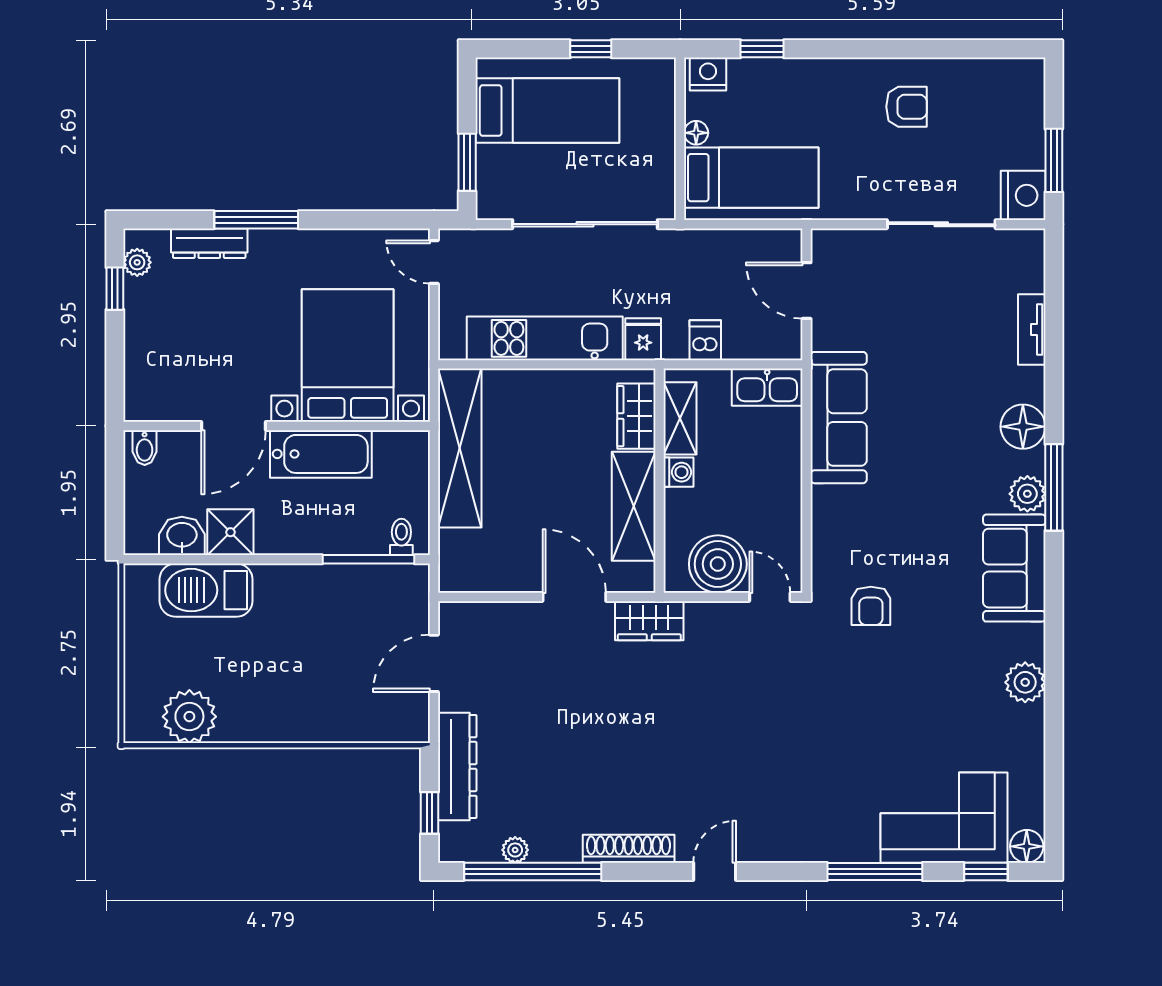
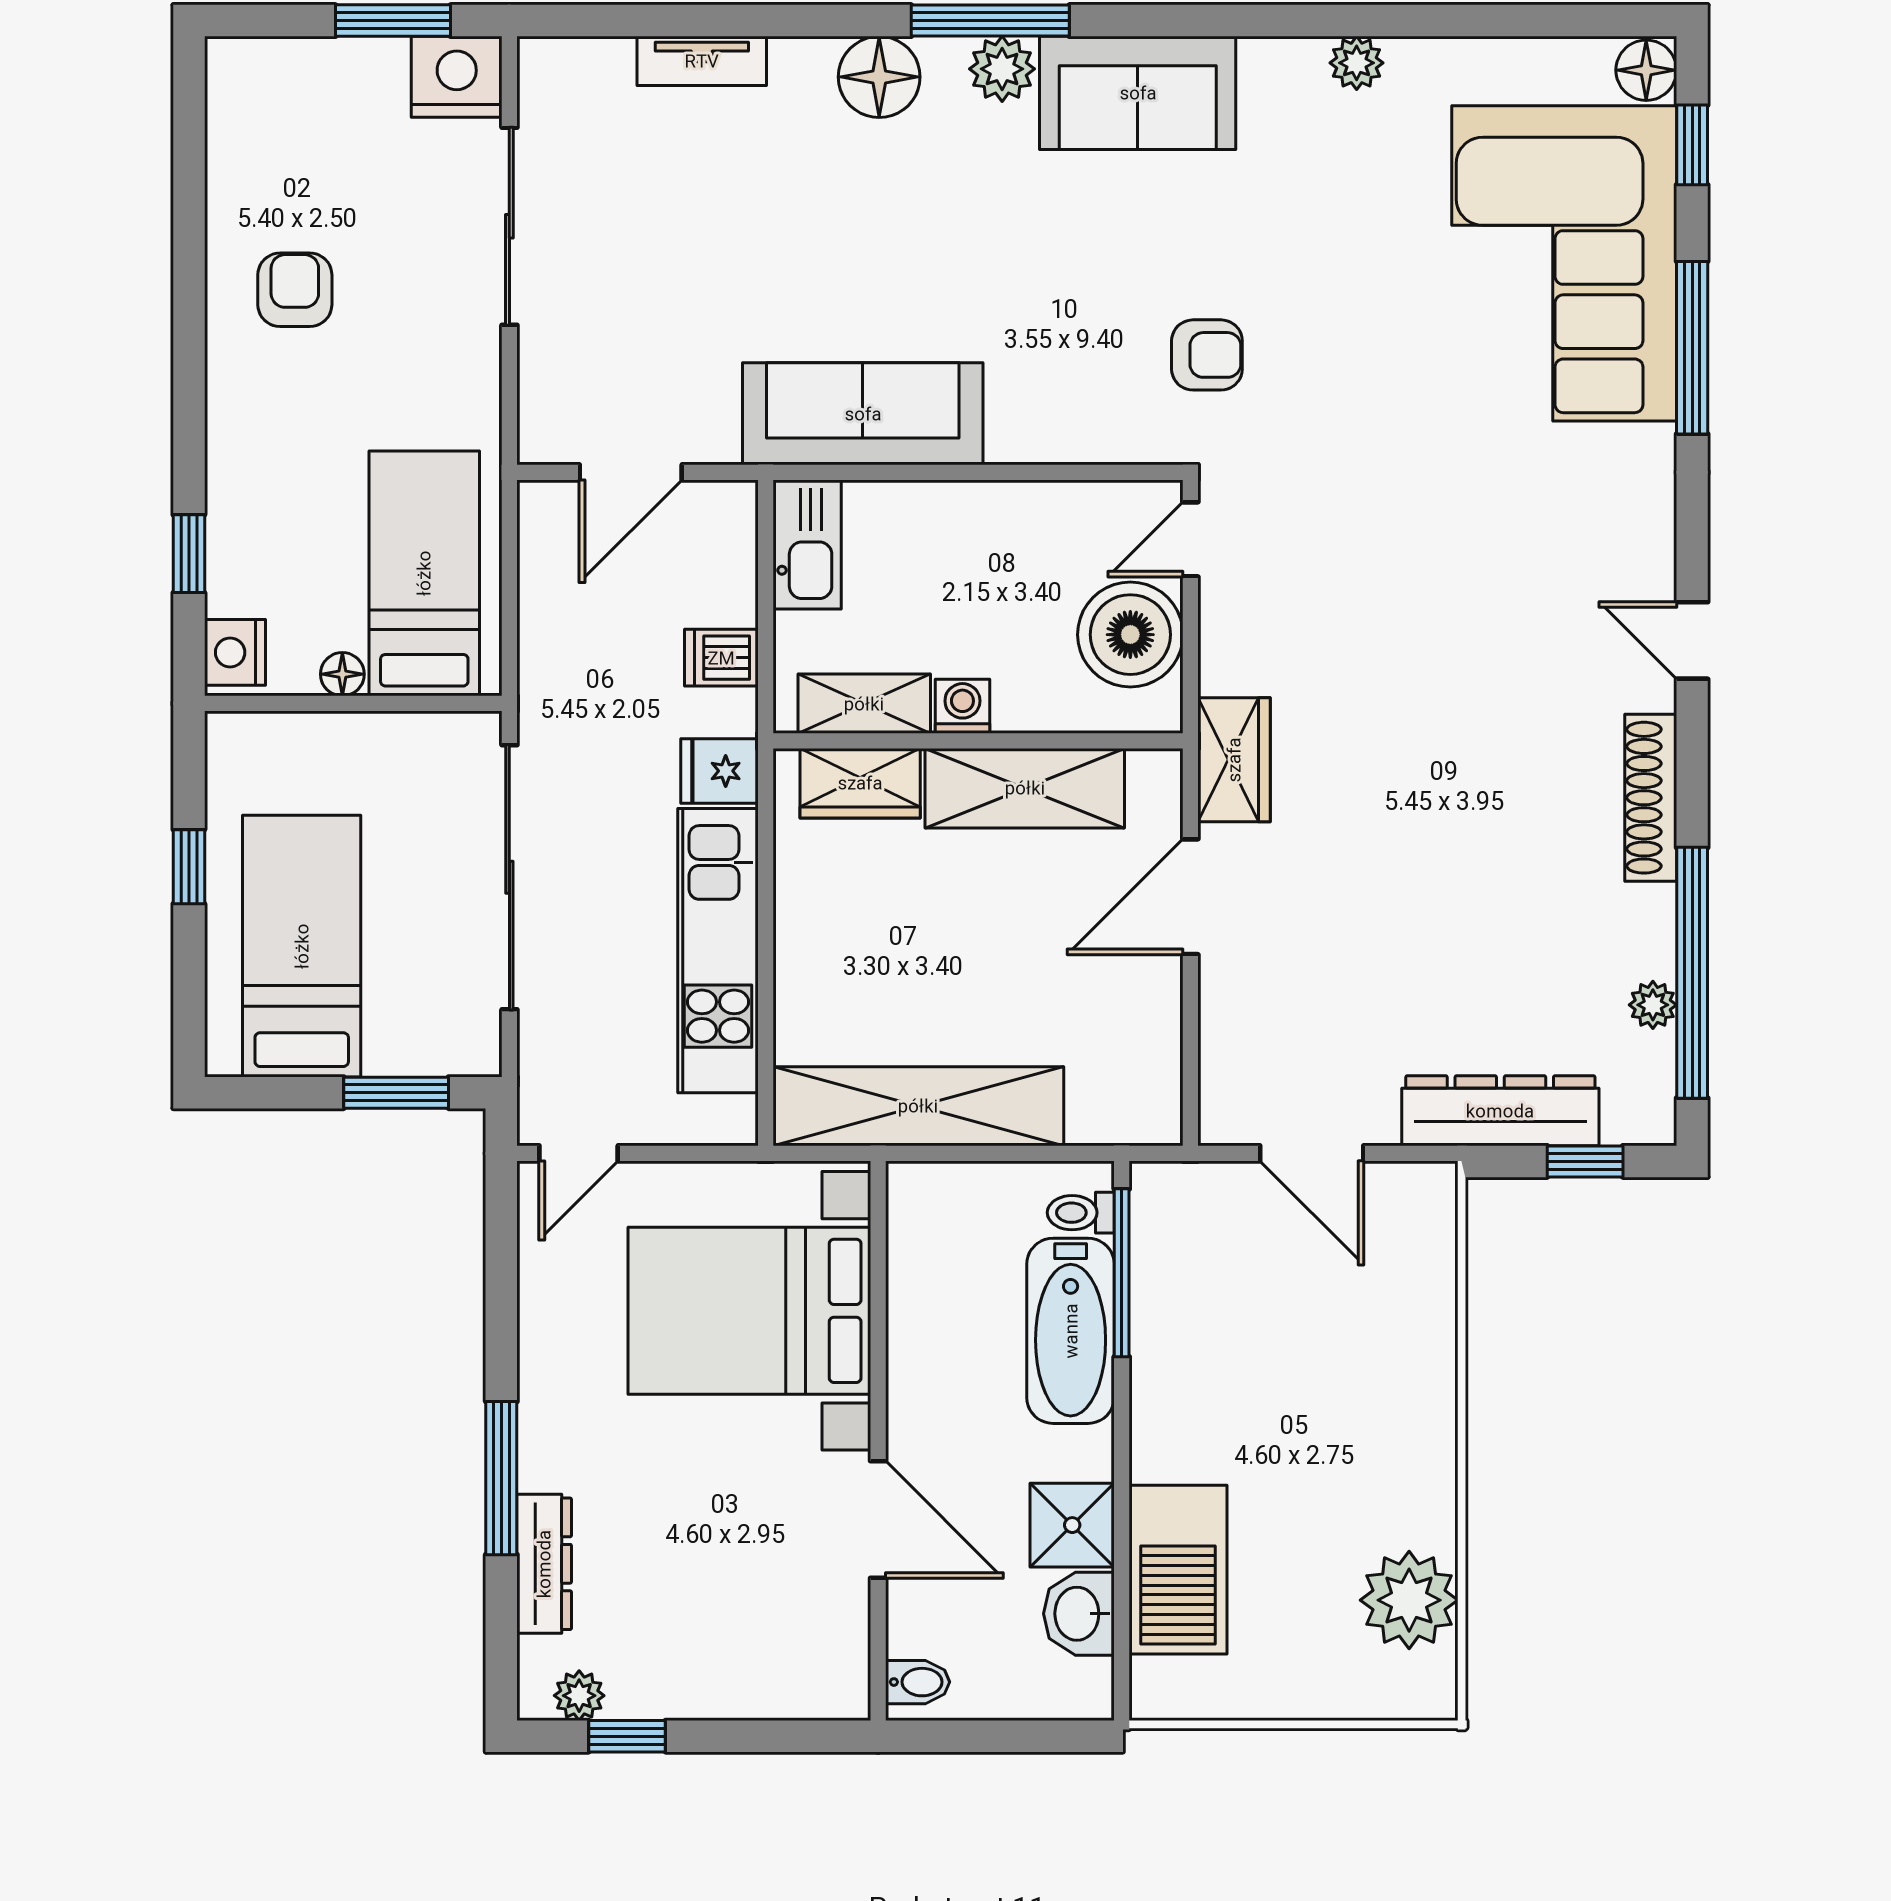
bathtub: (321, 454) -> (1071, 1331), moved, turned 180
plant: (1025, 682) -> (1357, 63), width x0.73, depth x0.73
corner sofa: (944, 818) -> (1564, 263), width x1.36, depth x1.36

